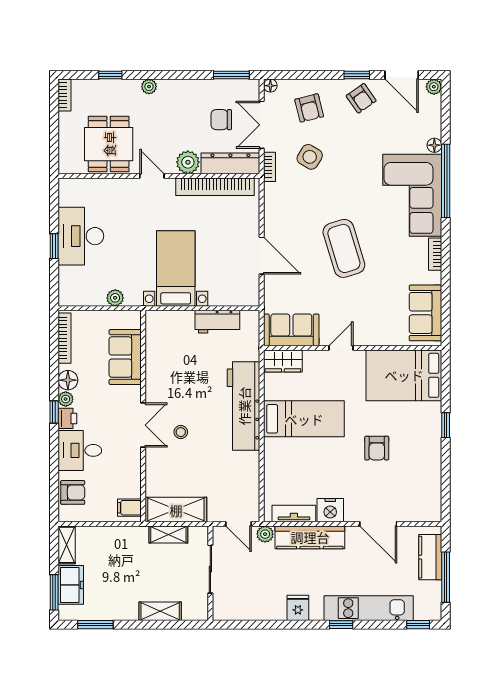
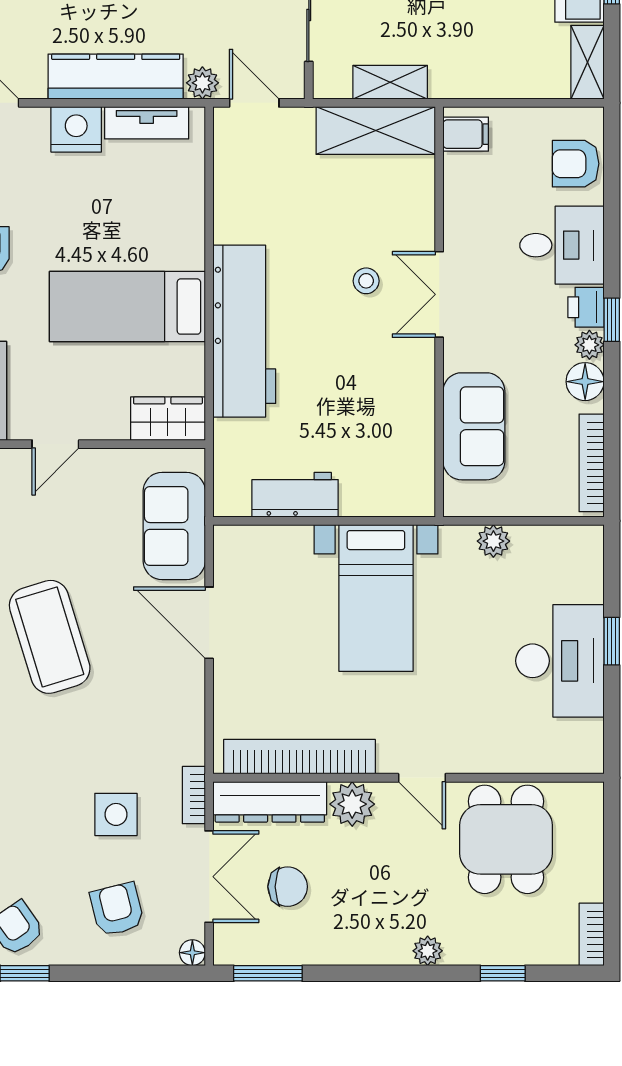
side table: (310, 157) -> (116, 814), turned -31
sofa: (291, 330) -> (174, 526), moved, turned 90

